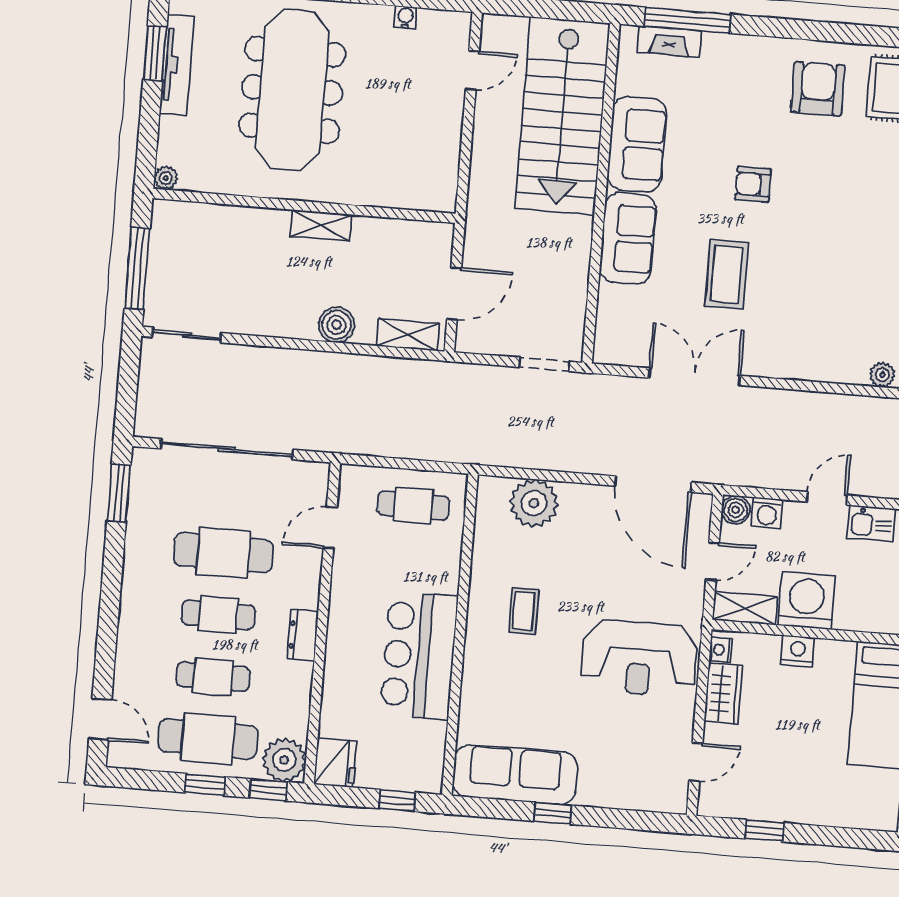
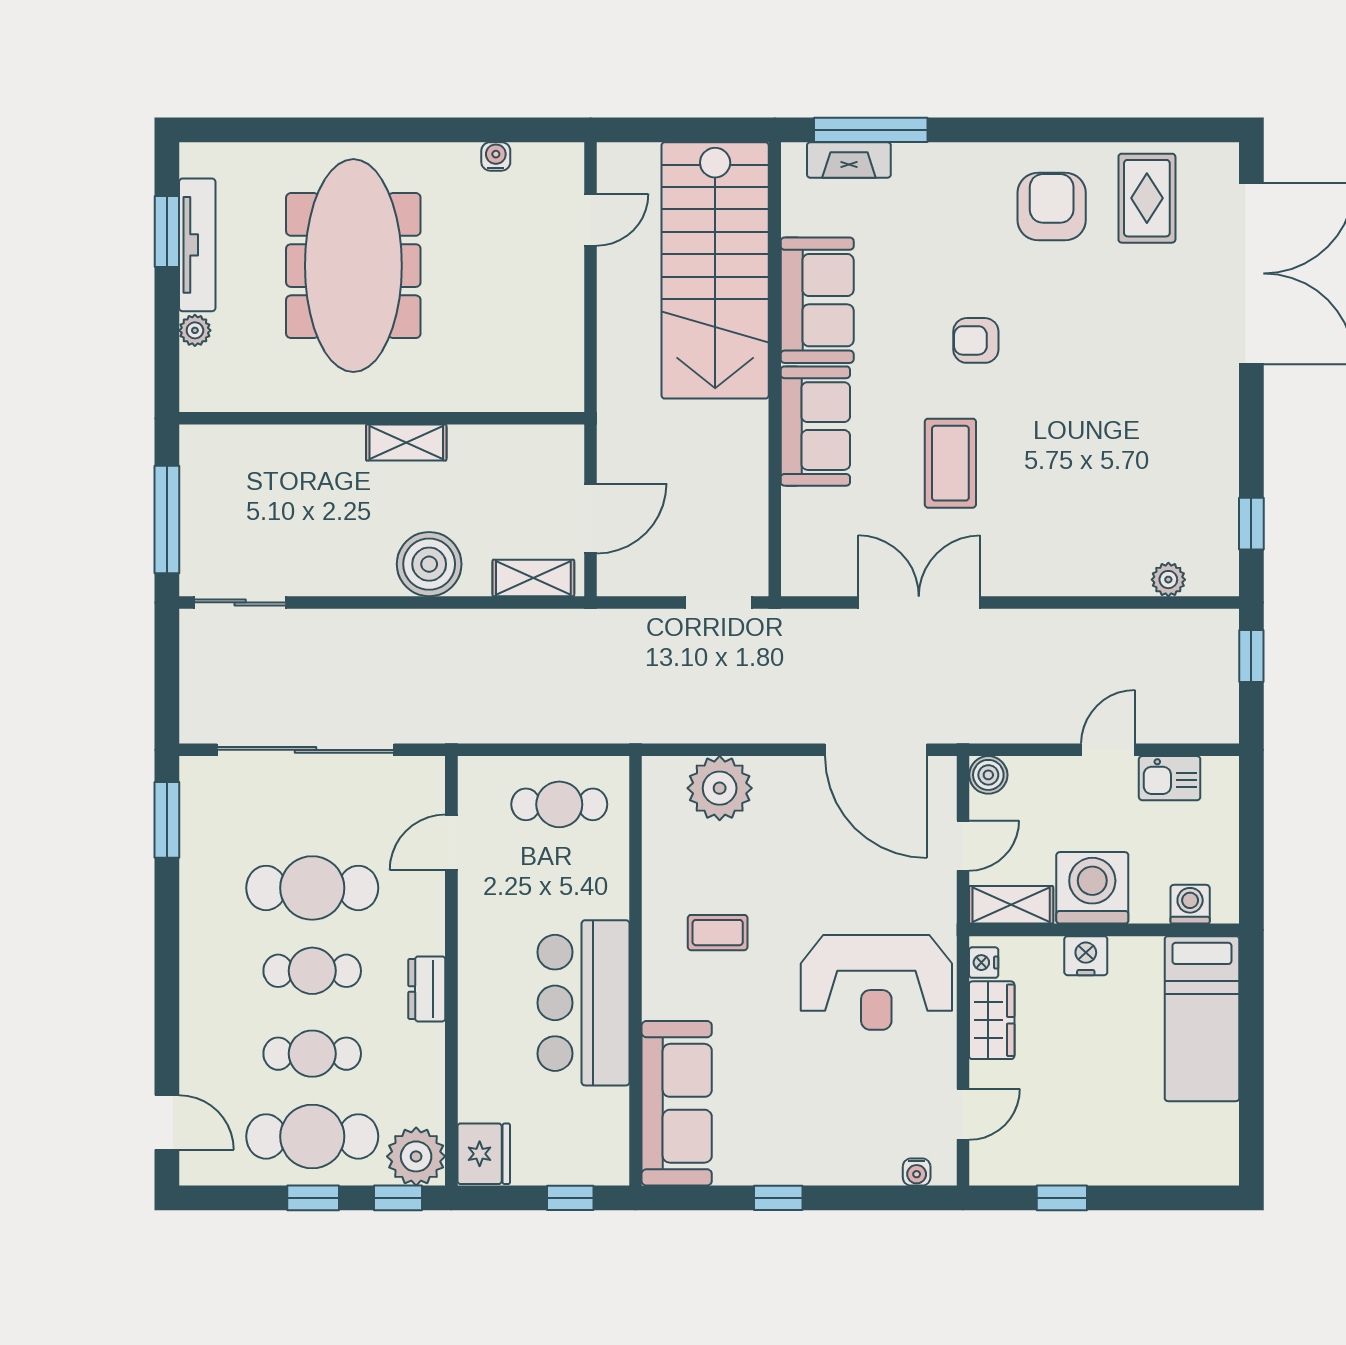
plant: (166, 178) -> (195, 330), moved
boiler: (336, 325) -> (429, 564), width x1.37, depth x1.37
washing machine: (767, 513) -> (1190, 904), moved, turned 180
coffee table: (524, 611) -> (718, 933), turned 90
sofa: (515, 775) -> (677, 1103), moved, turned 90
water cooler: (658, 802) -> (917, 1172), added

